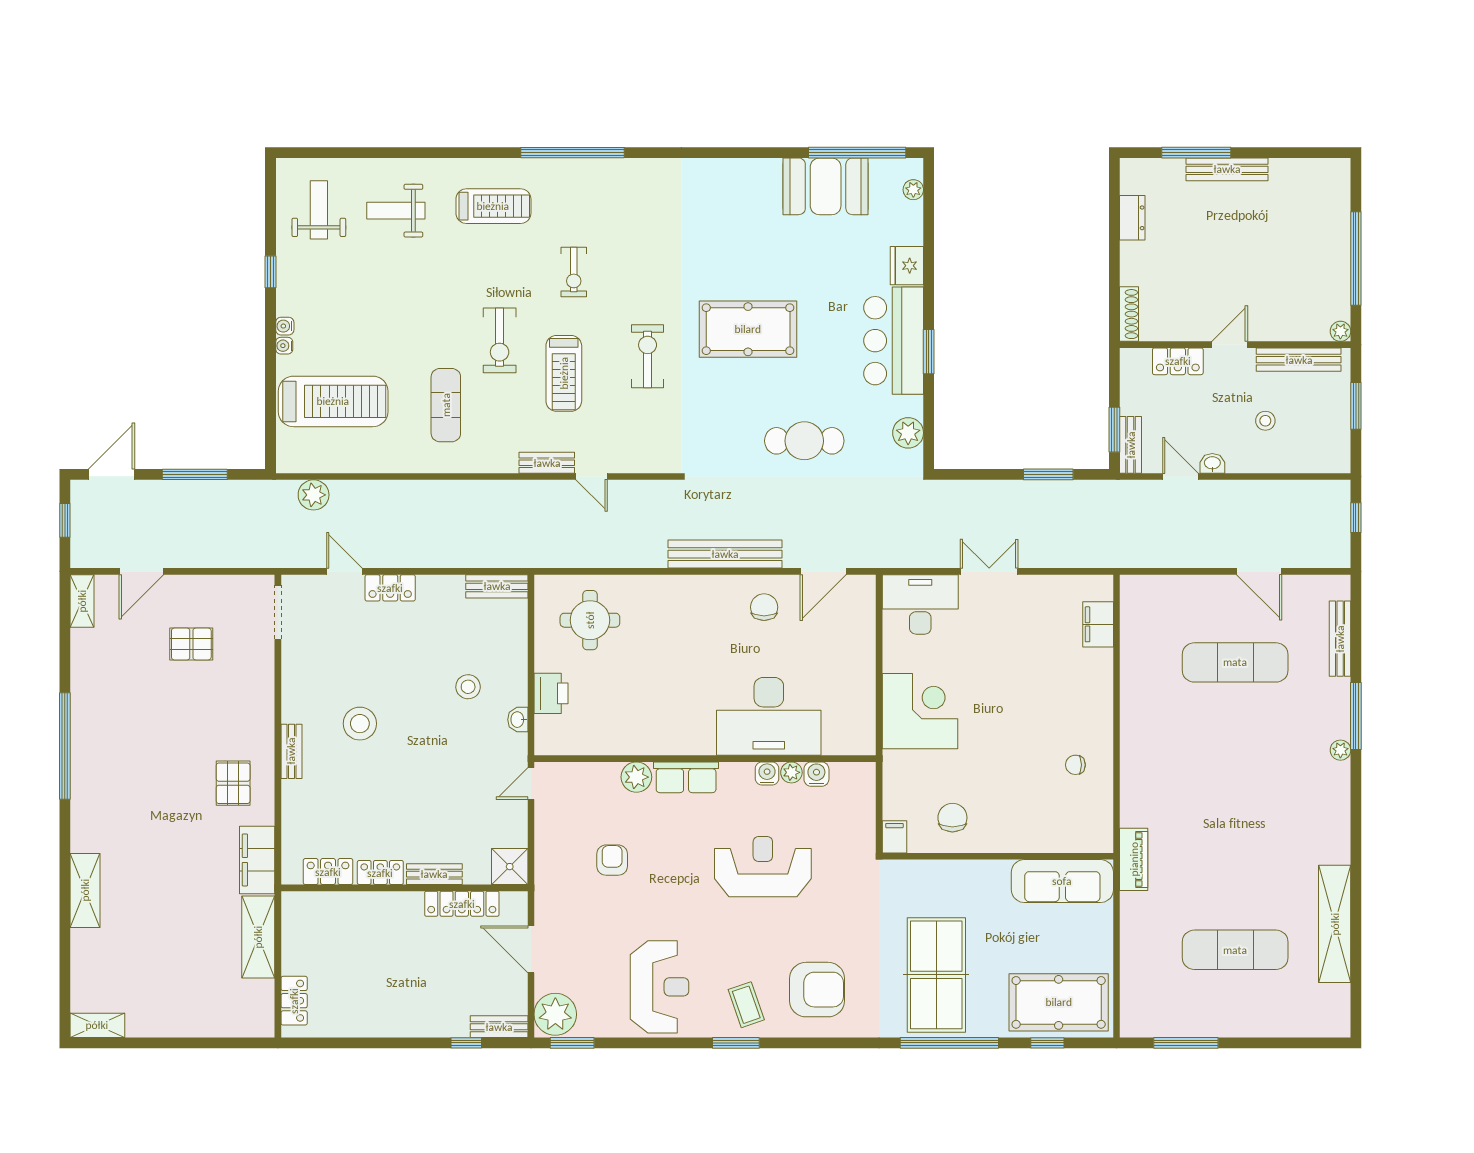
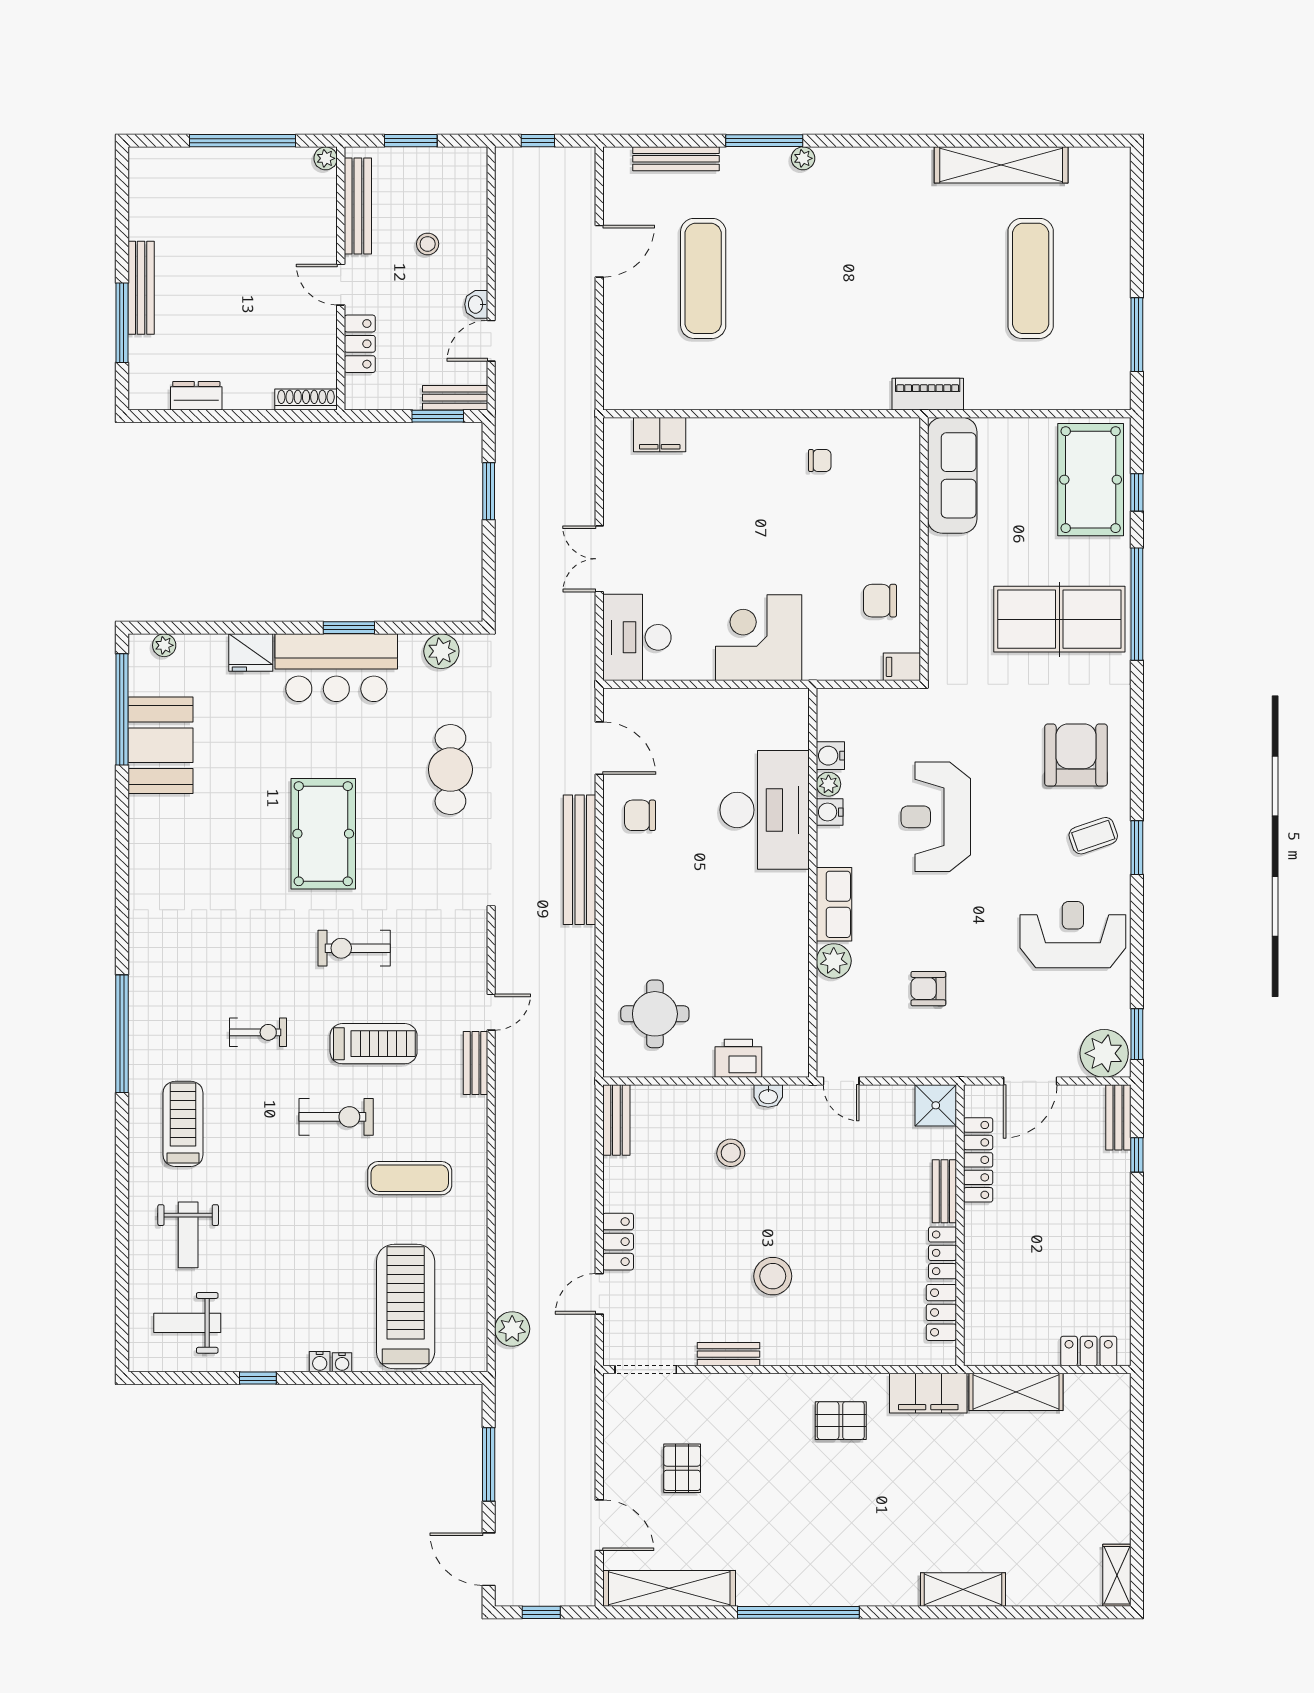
shelving: (82, 601) -> (669, 1588), width x2.20, depth x1.33
bench: (291, 751) -> (729, 1354), moved
chair: (1075, 765) -> (820, 461), turned -90

